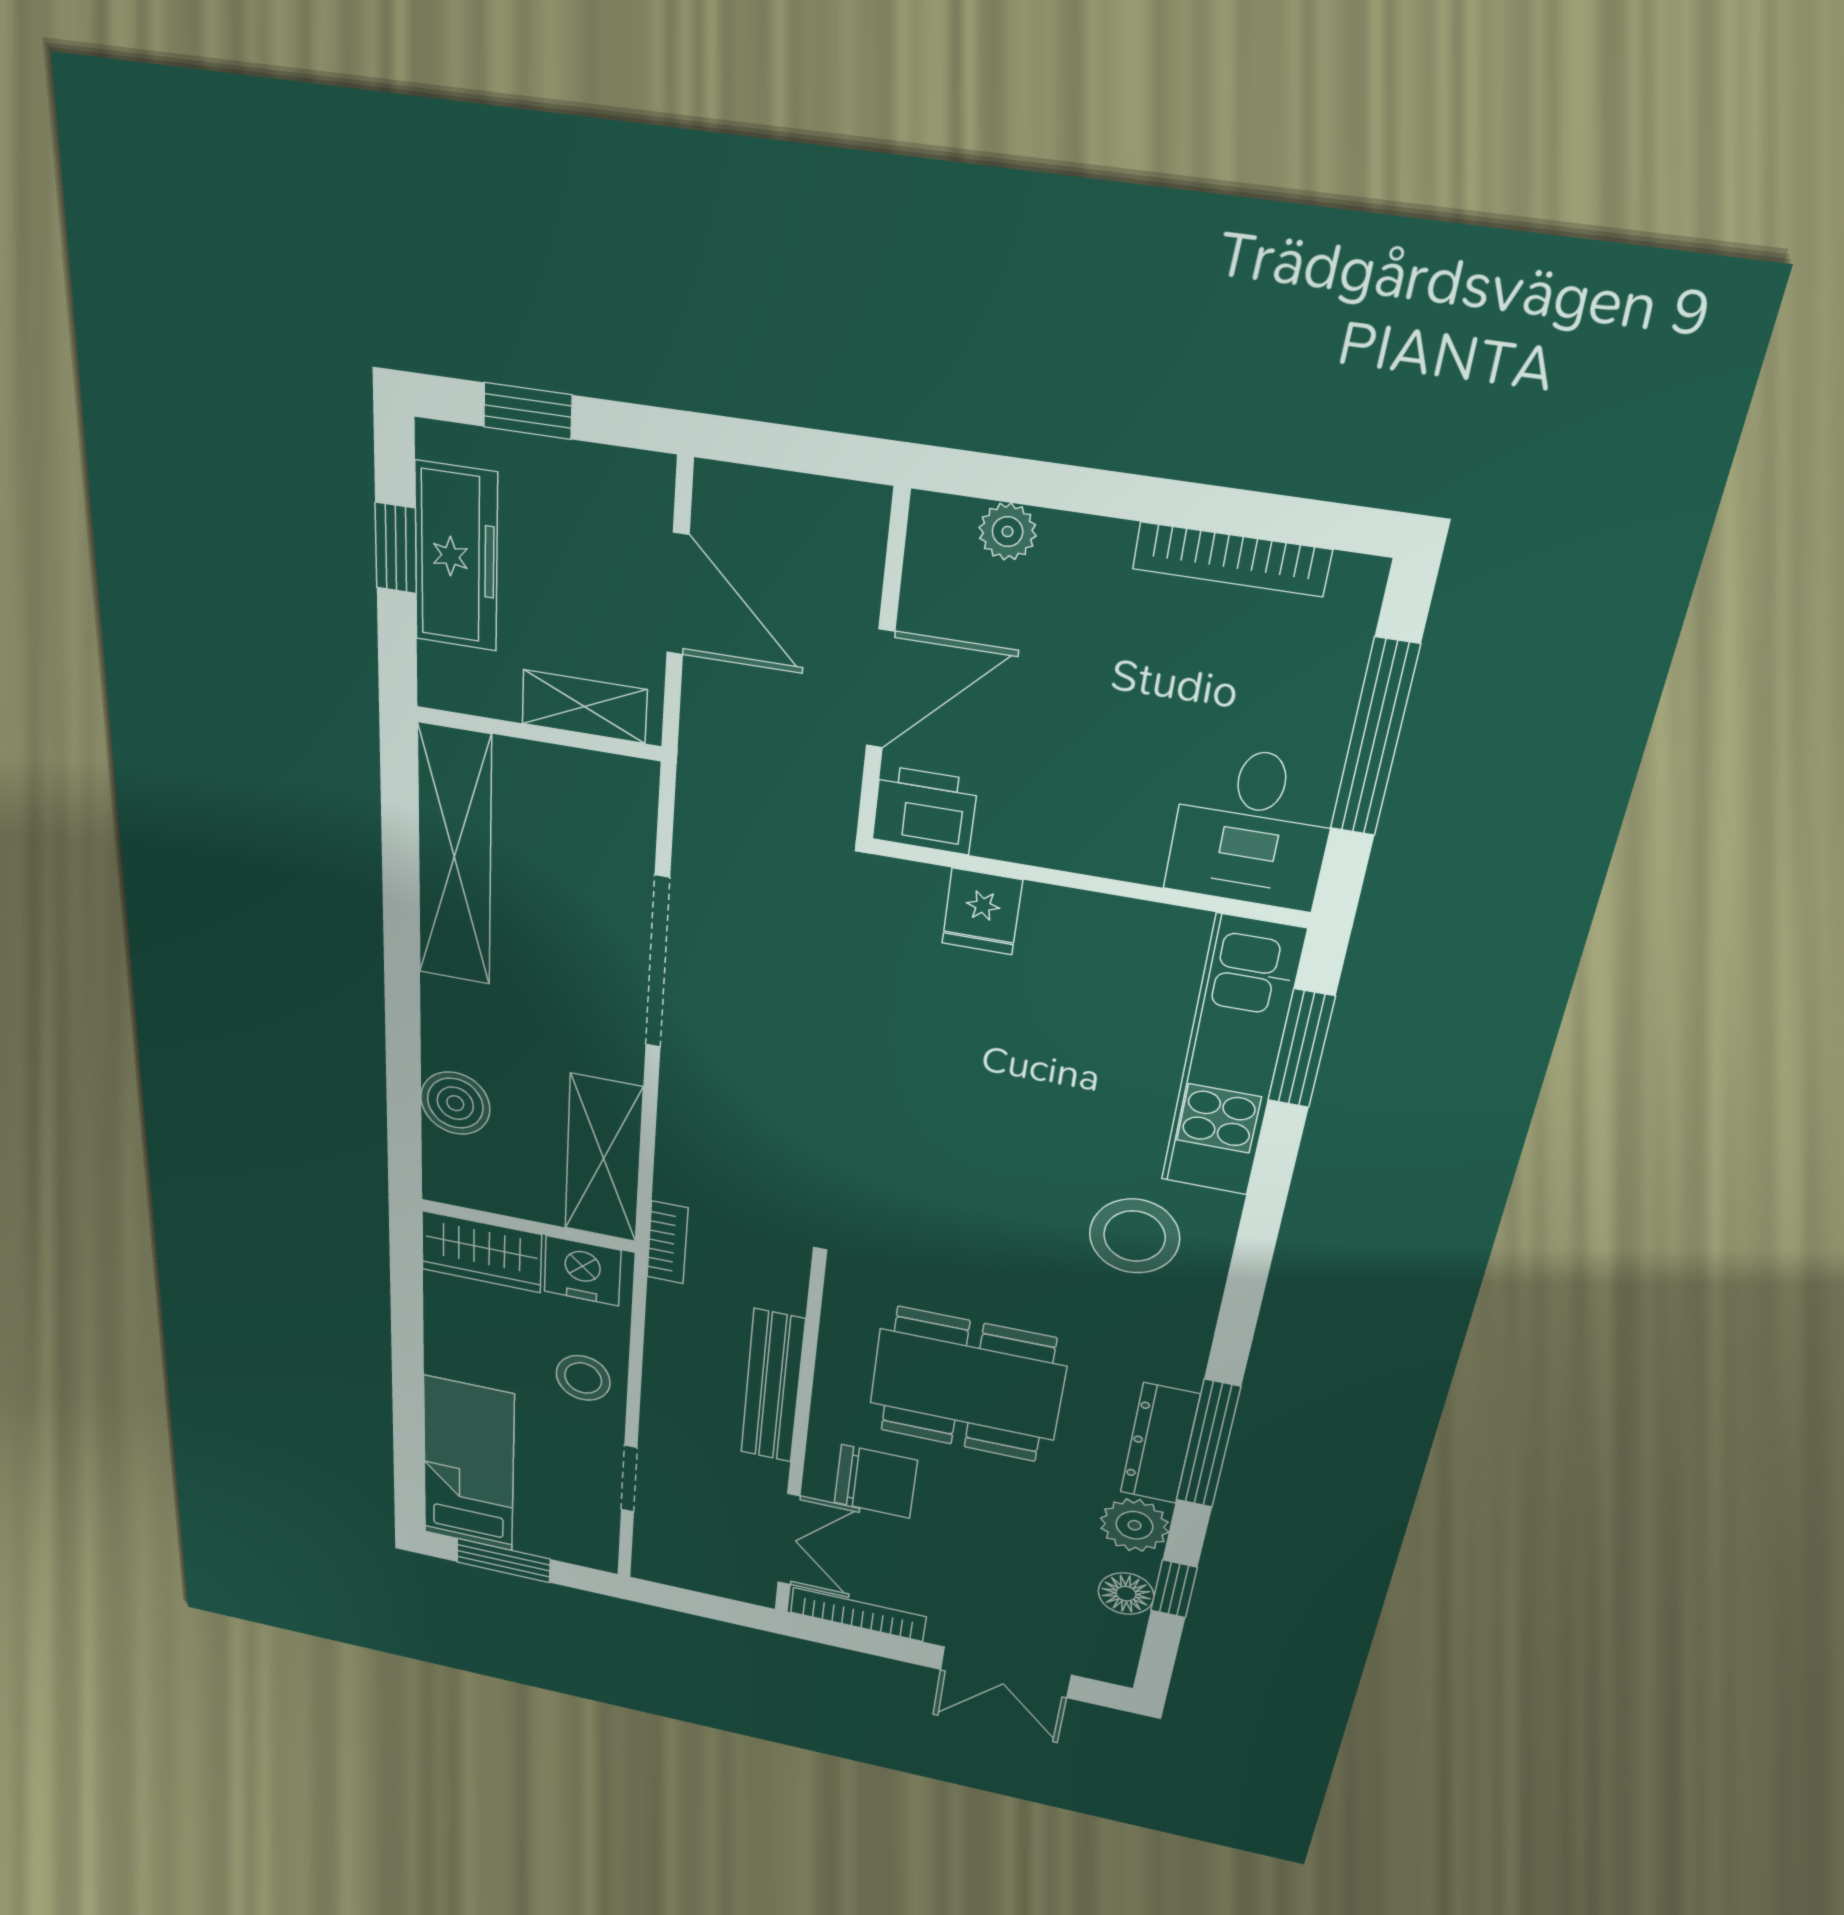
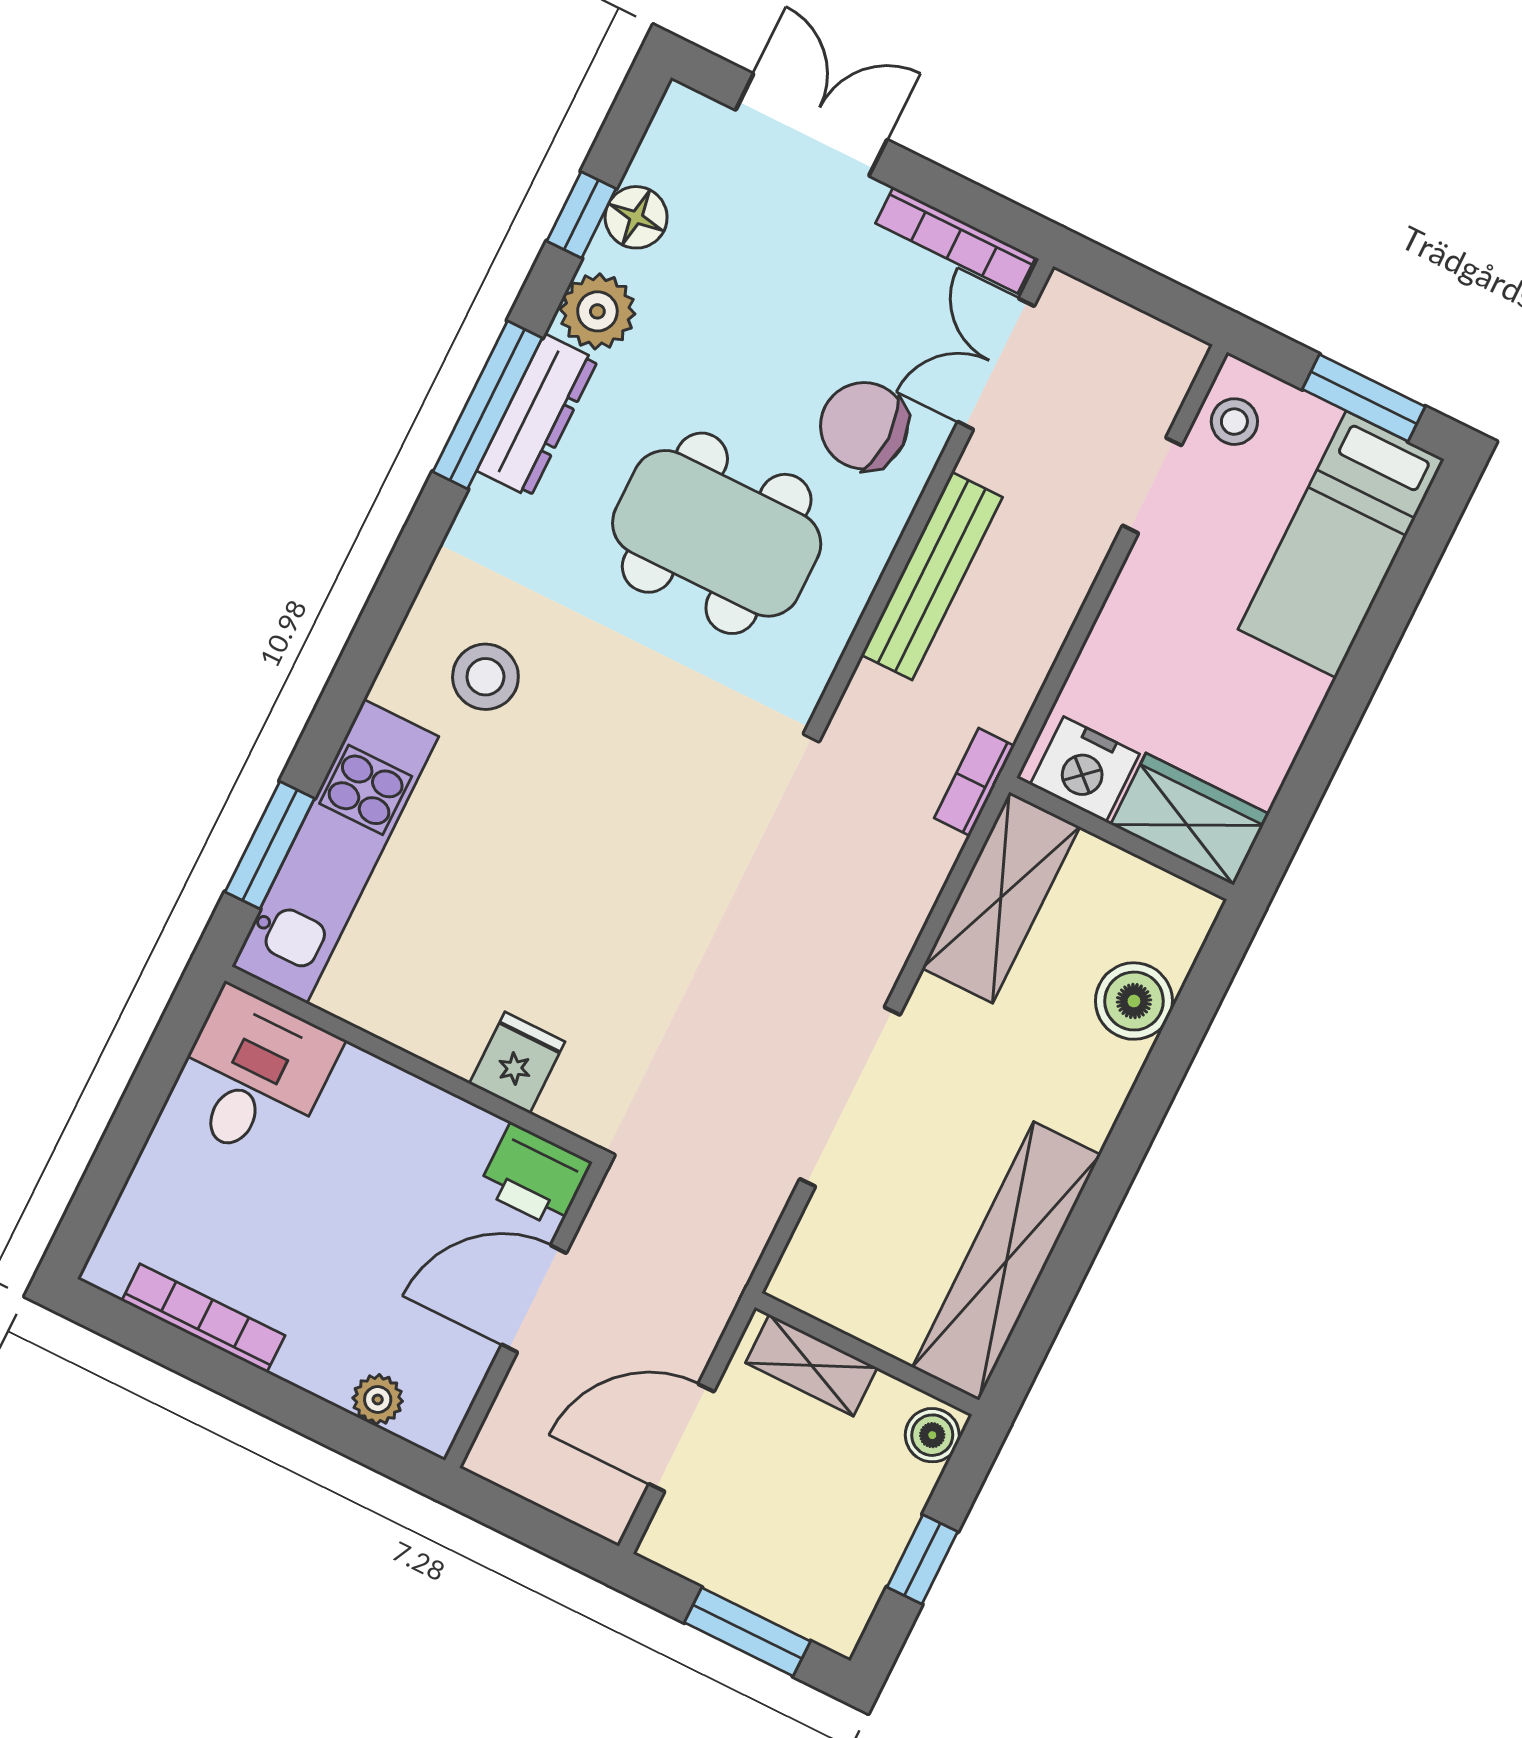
window: (528, 411) -> (747, 1632), width x1.50
freezer: (456, 557) -> (870, 1534), removed
door: (678, 594) -> (681, 1438), hinge flipped
boiler: (444, 675) -> (932, 1435), added
window: (1375, 738) -> (130, 1128), removed
stool: (1135, 1236) -> (485, 677), width x0.73, depth x0.73
stool: (583, 1378) -> (1234, 422), moved, width x0.73, depth x0.73

